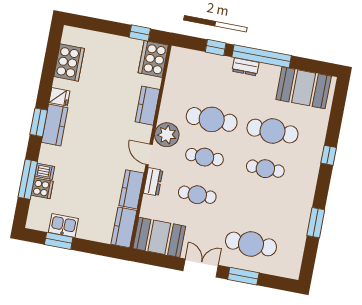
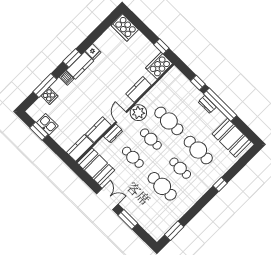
cooker: (69, 62) -> (125, 28), moved, turned 90
dishwasher: (45, 171) -> (66, 78), moved
window: (316, 223) -> (174, 231), moved
cafe table: (251, 244) -> (162, 186), moved

